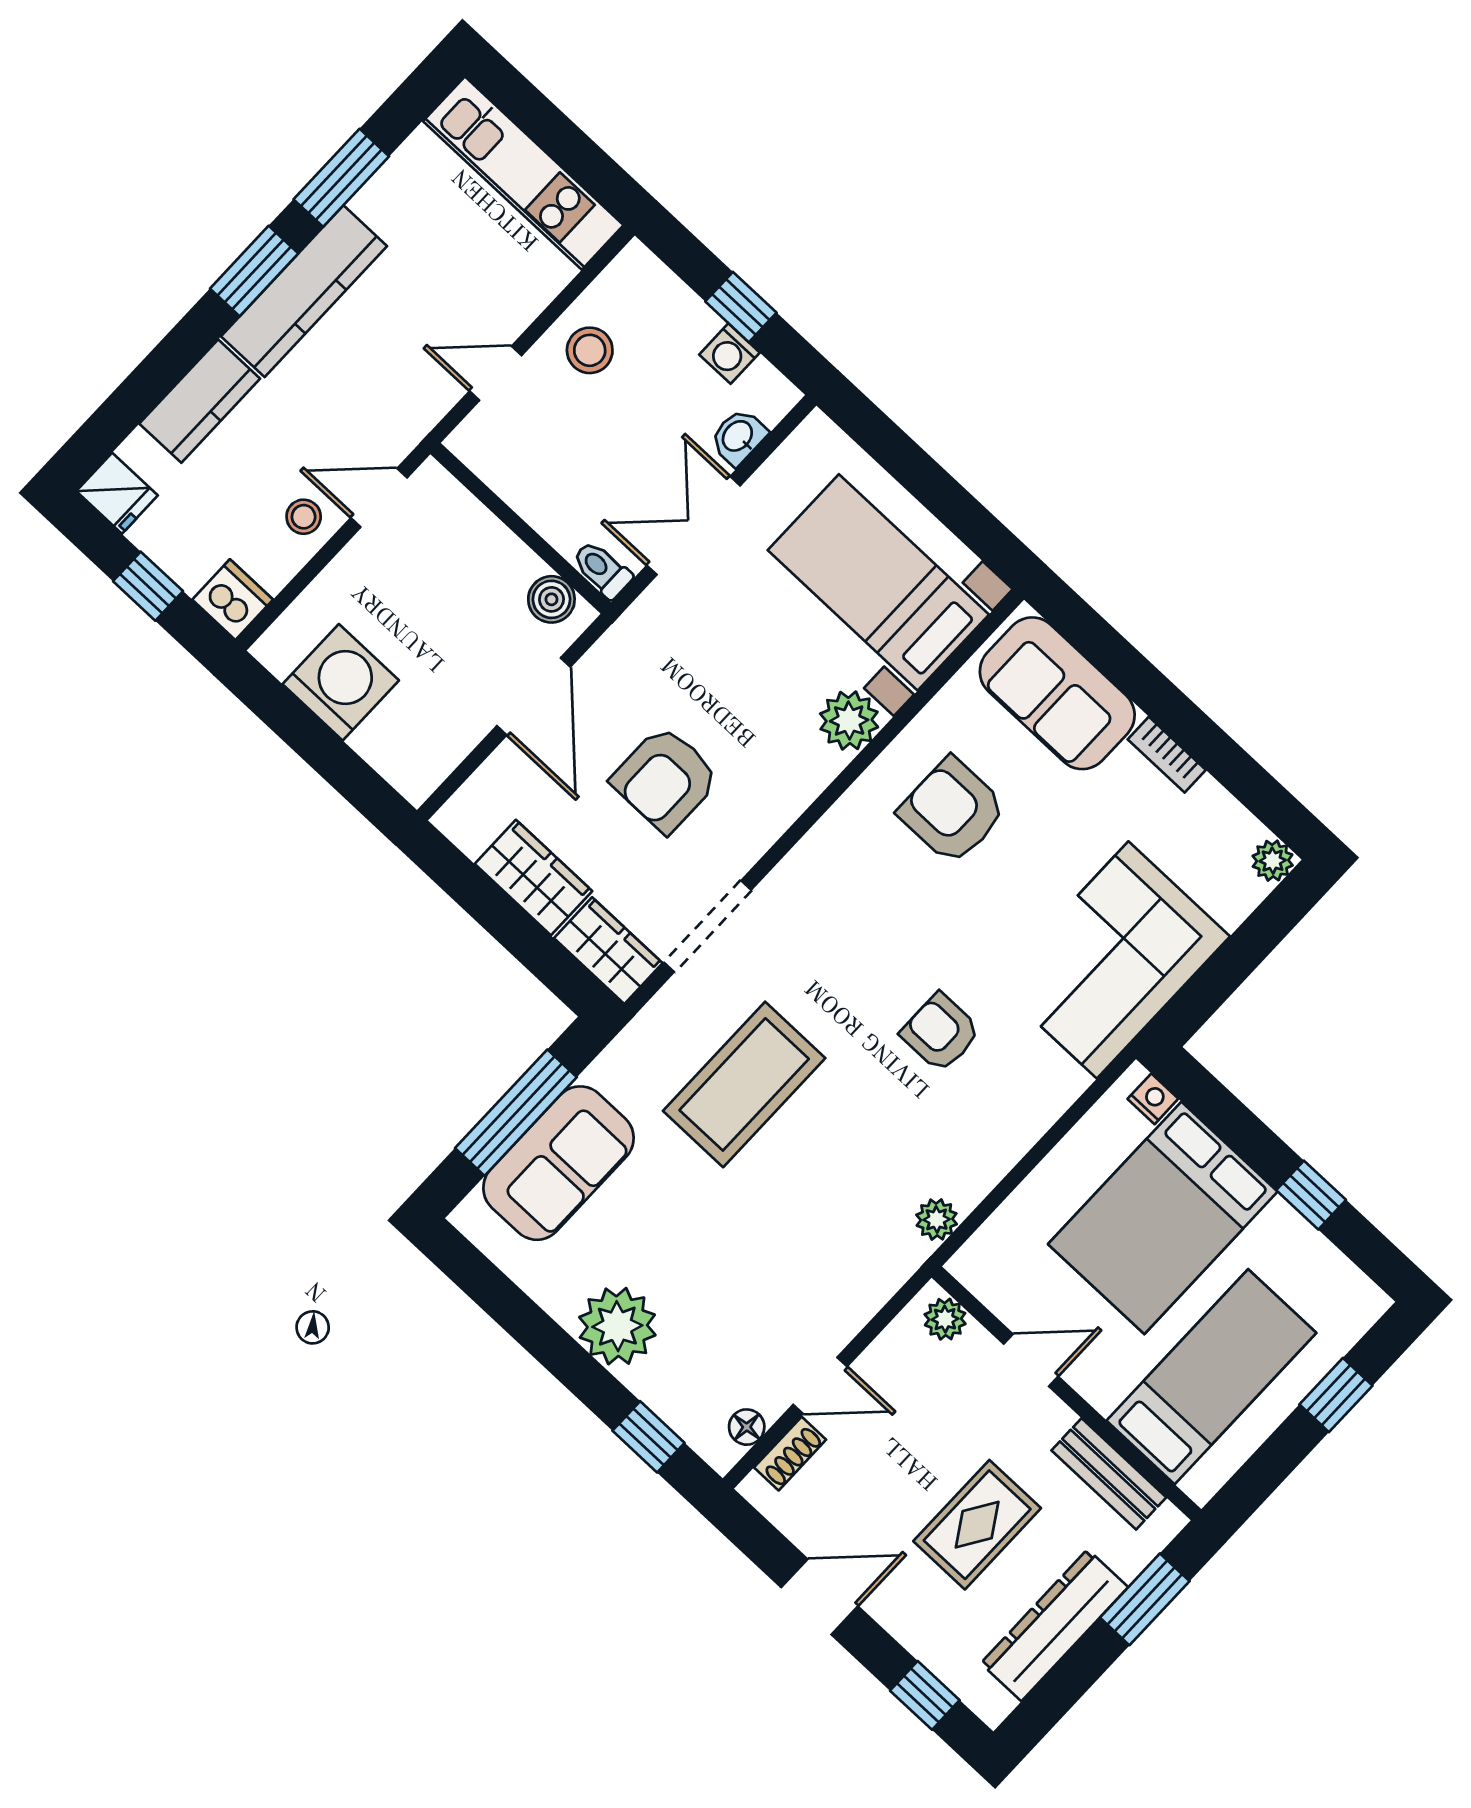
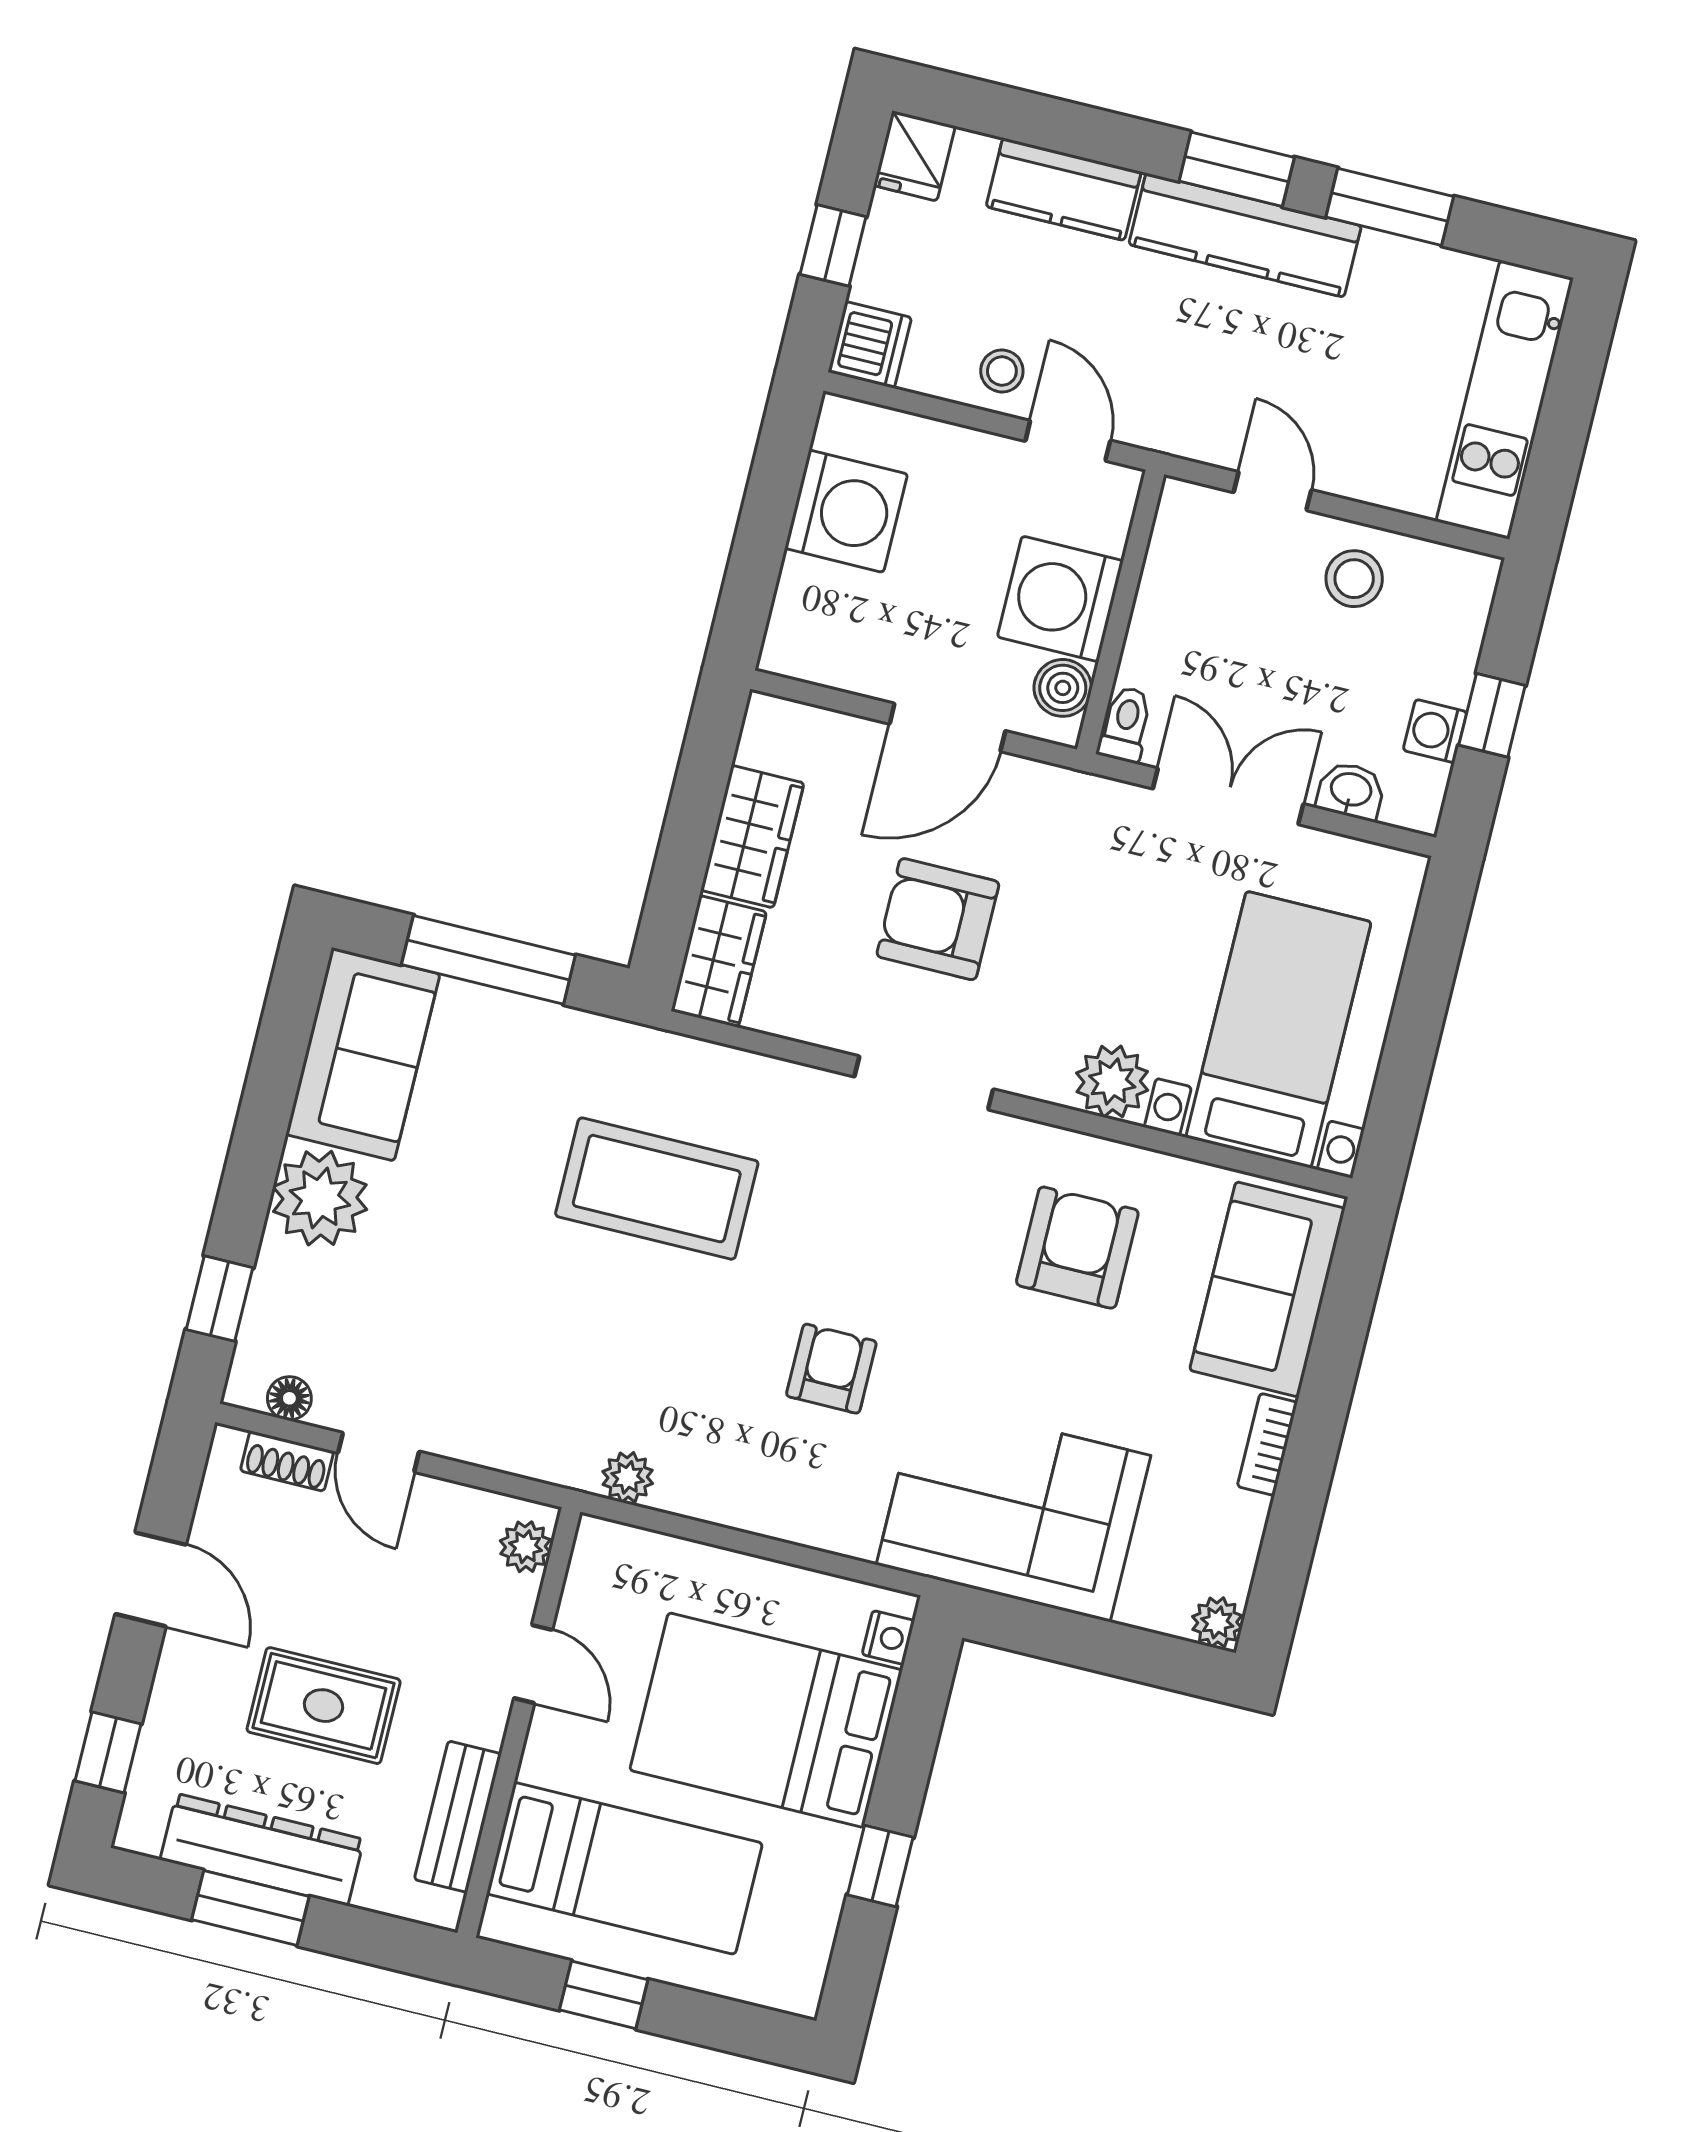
washing machine: (488, 566) -> (1060, 599), added
doorway: (708, 926) -> (924, 1083), moved
sofa: (558, 1163) -> (363, 1054), moved, turned -90
window: (1336, 1395) -> (604, 1995), moved
window: (1145, 1599) -> (250, 1908), moved

